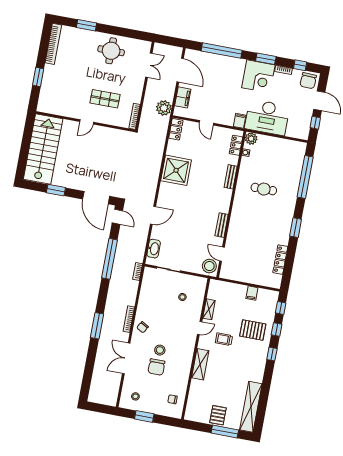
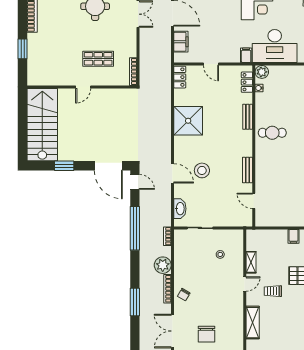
plant: (164, 108) -> (163, 265), moved
cafe table: (264, 189) -> (272, 133), moved
door: (153, 215) -> (172, 173), hinge flipped
stool: (209, 266) -> (202, 170), moved
stool: (160, 350) -> (207, 315), removed

